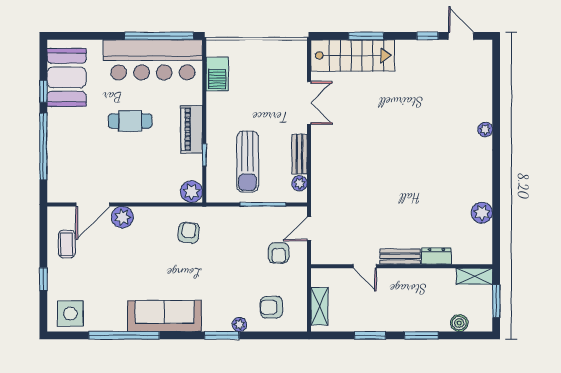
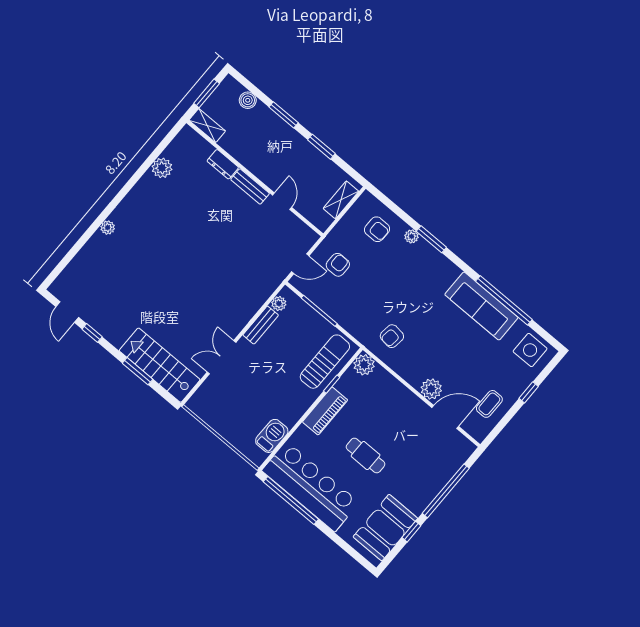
sun lounger: (248, 162) -> (325, 362), moved
sofa: (164, 316) -> (481, 306), moved

